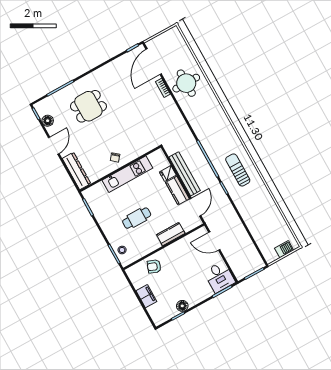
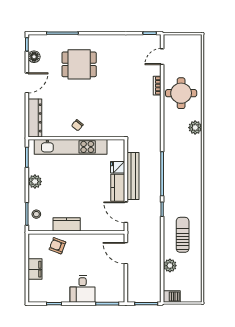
door: (154, 62) -> (162, 57), width x0.53
plant: (214, 105) -> (195, 128), added
sun lounger: (238, 170) -> (183, 235), moved
kitchen unit: (127, 174) -> (71, 147), width x1.36
door: (195, 207) -> (126, 212), swing flipped
cafe table: (137, 218) -> (66, 192), removed
plant: (106, 224) -> (35, 182), added
plant: (256, 231) -> (170, 266), added
kitchen counter: (171, 234) -> (67, 224), moved
barbecue: (284, 249) -> (172, 297), moved
desk: (219, 277) -> (83, 289), moved
floor lamp: (182, 306) -> (63, 297), removed

